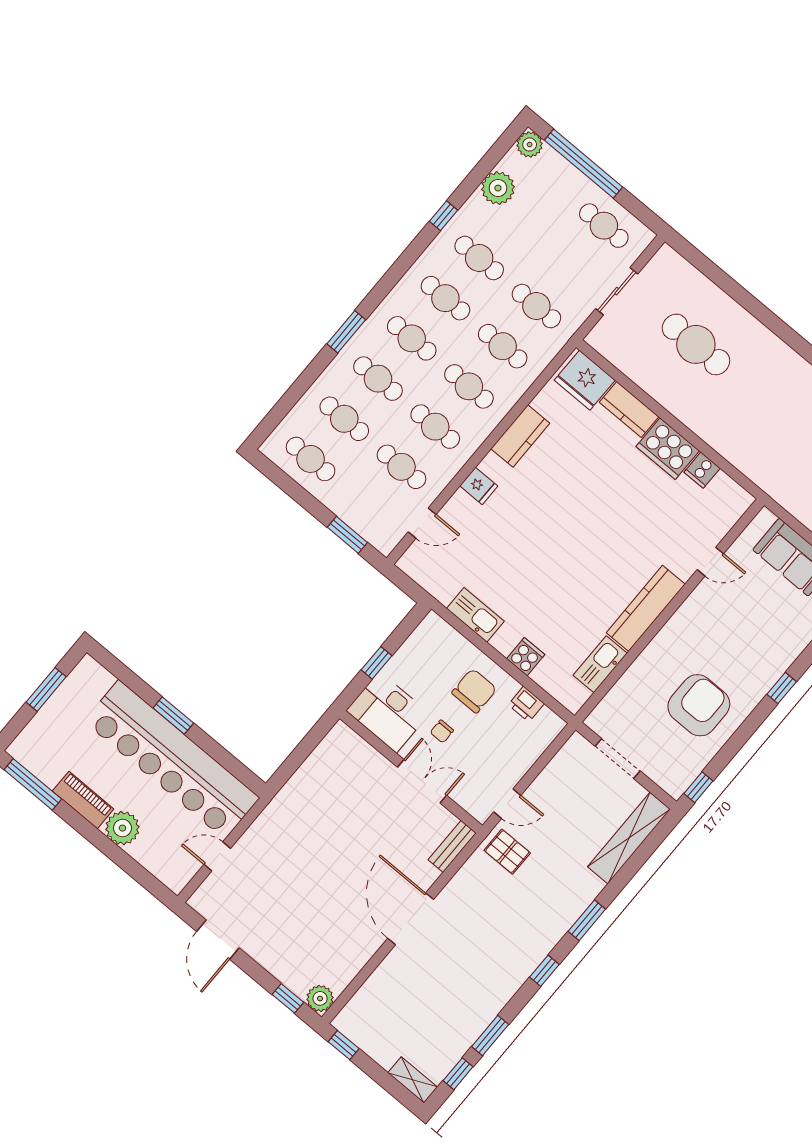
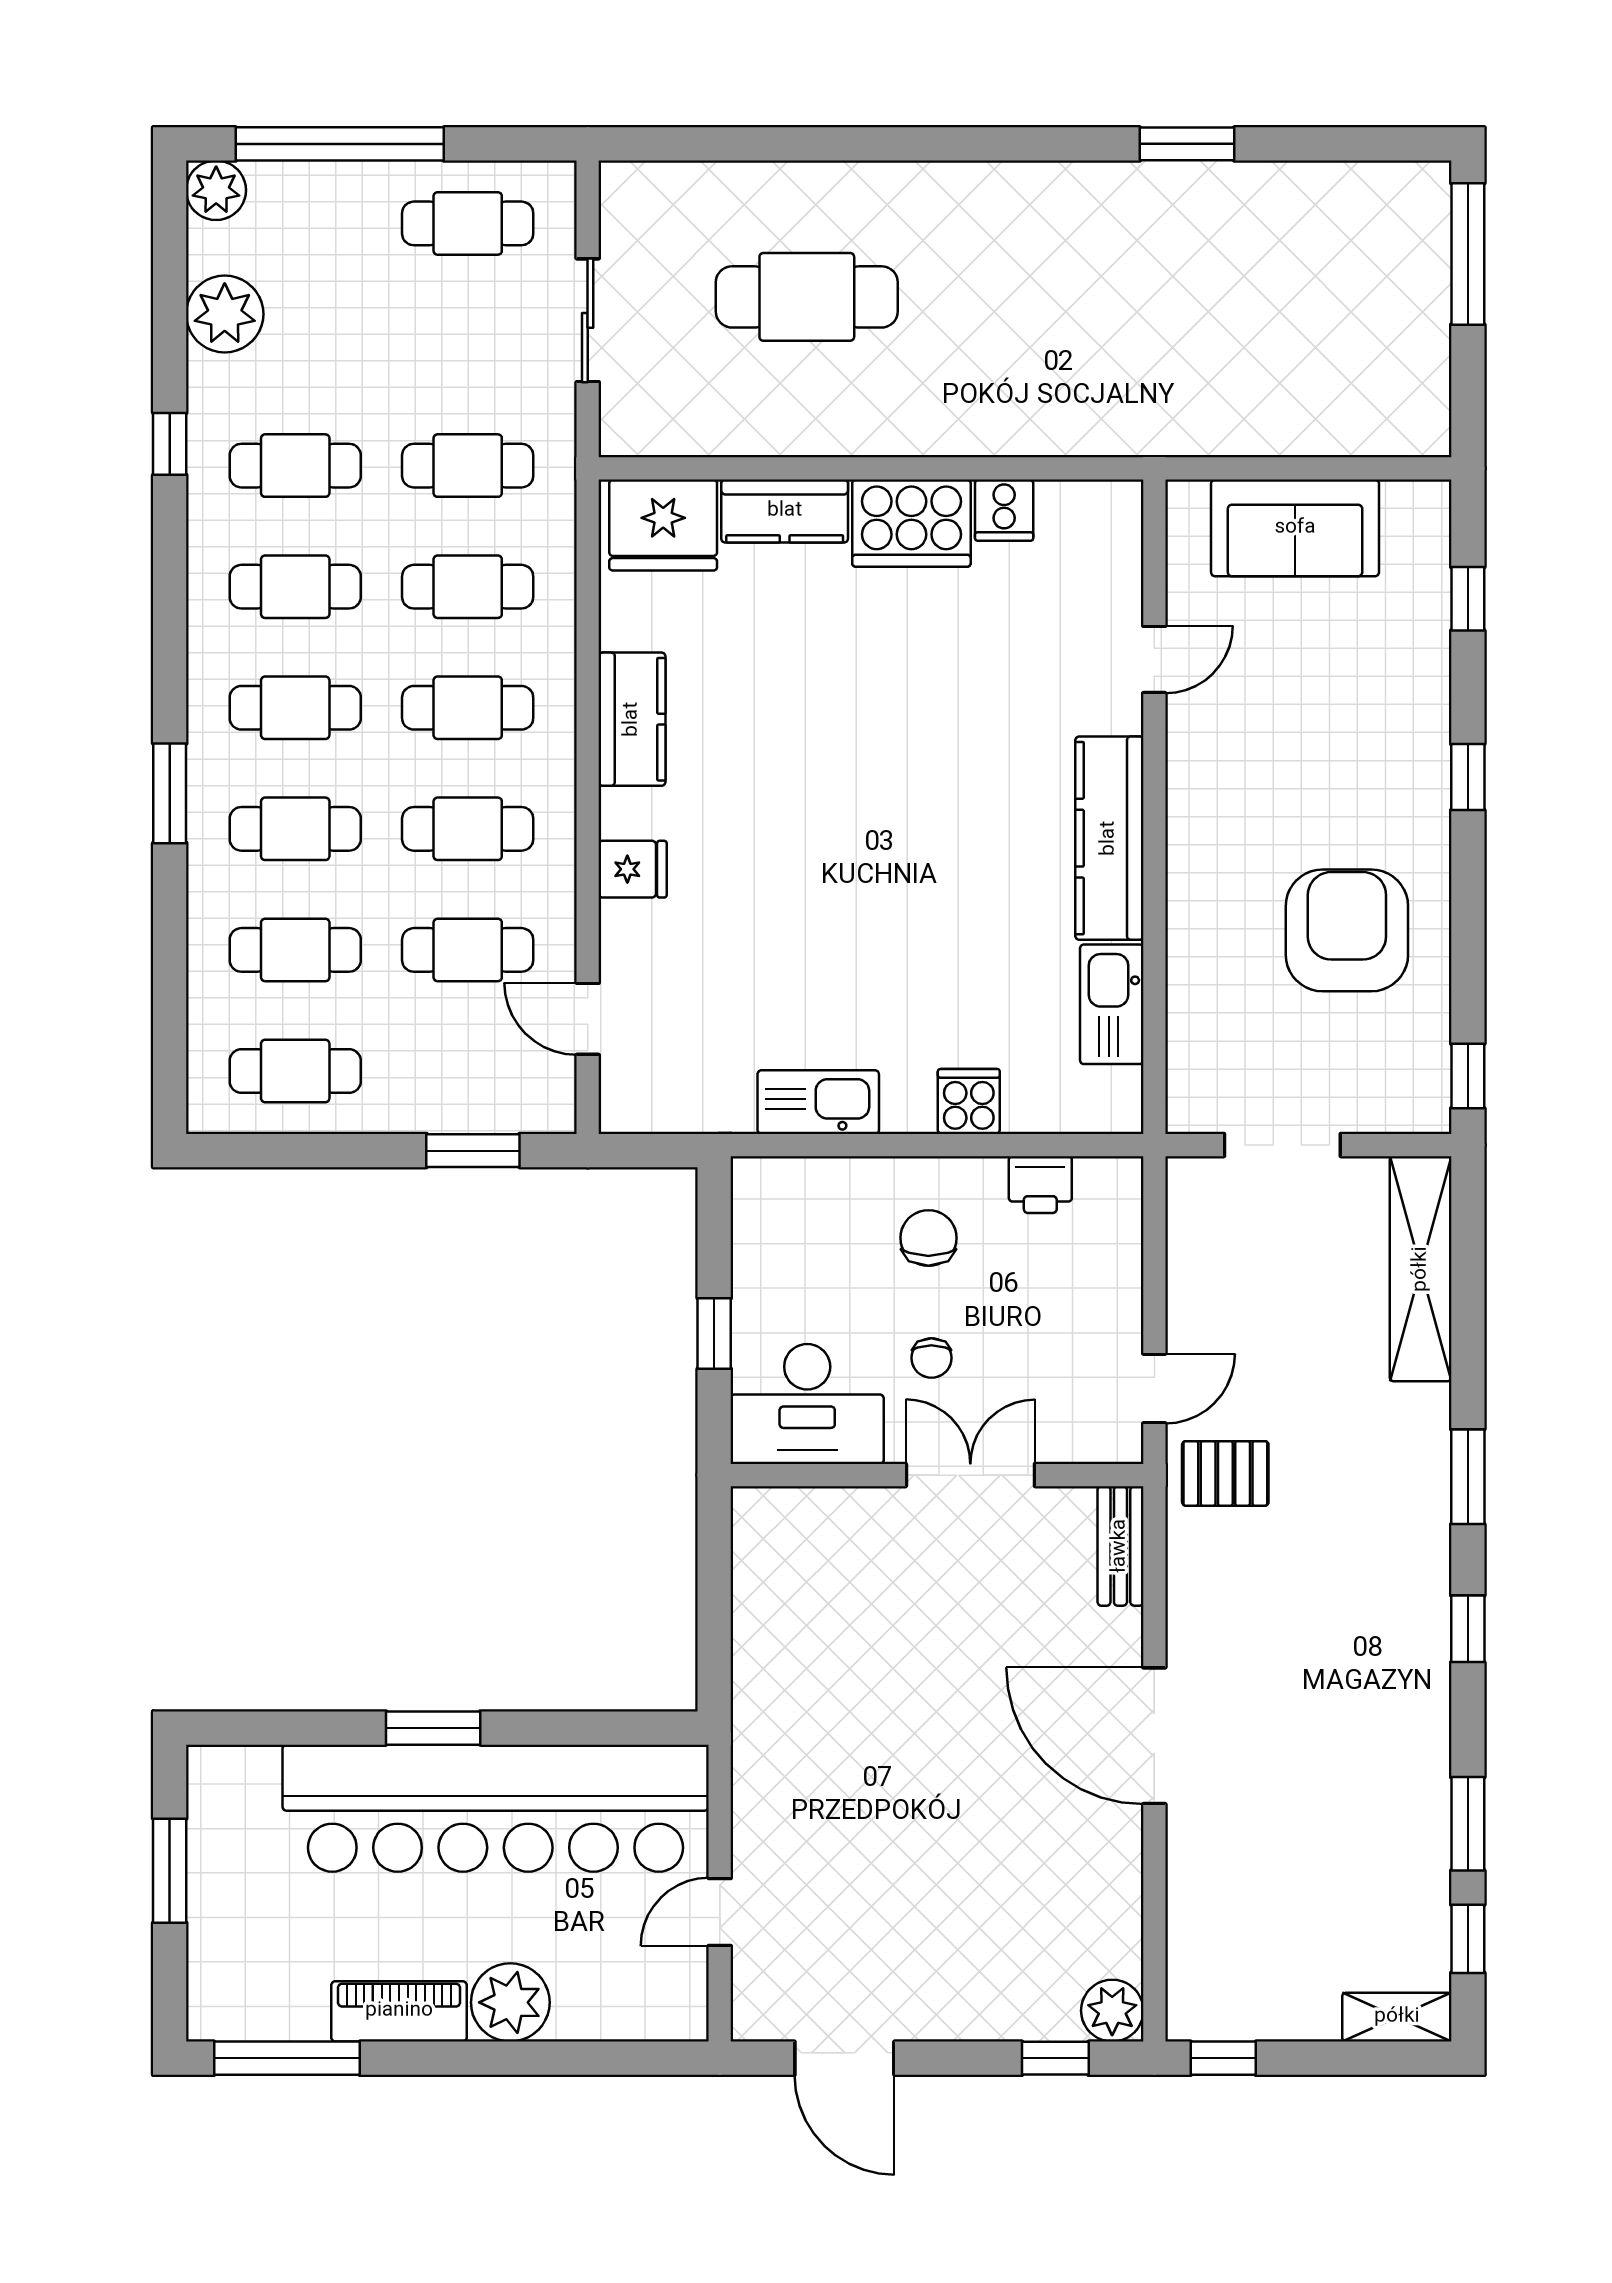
door: (422, 523) -> (588, 1019), swing flipped
chair: (474, 691) -> (928, 1238), width x0.73, depth x0.73

